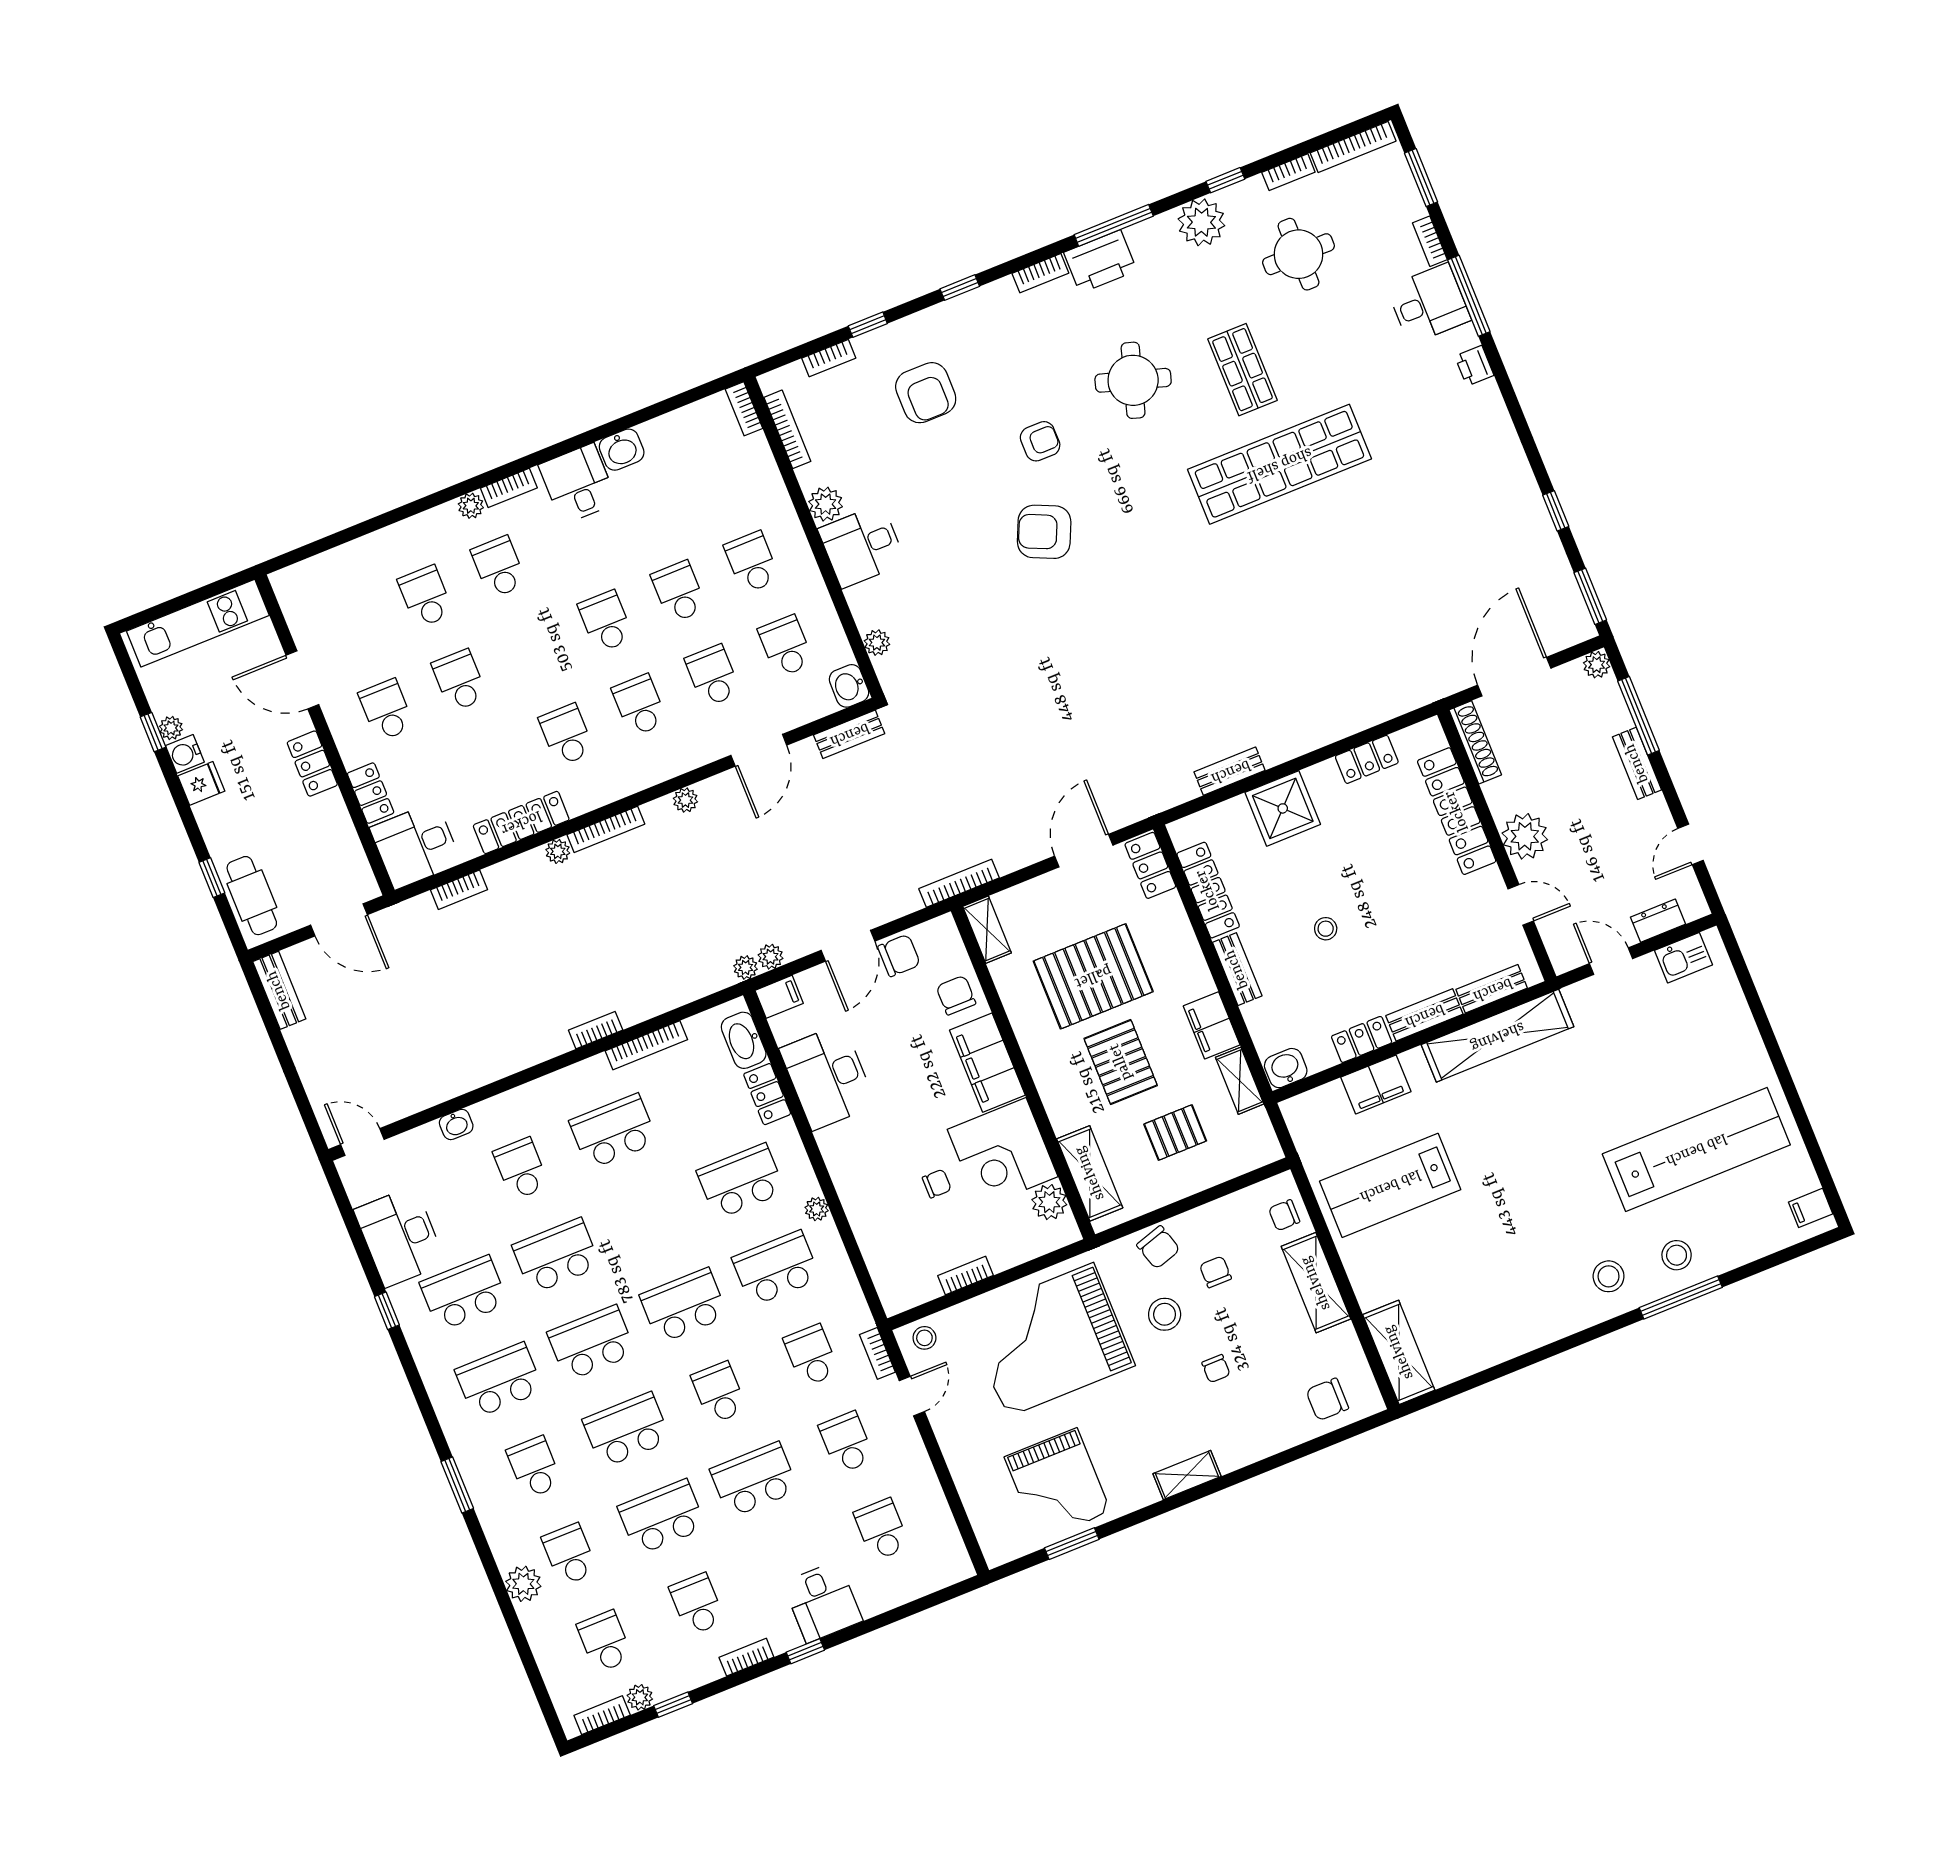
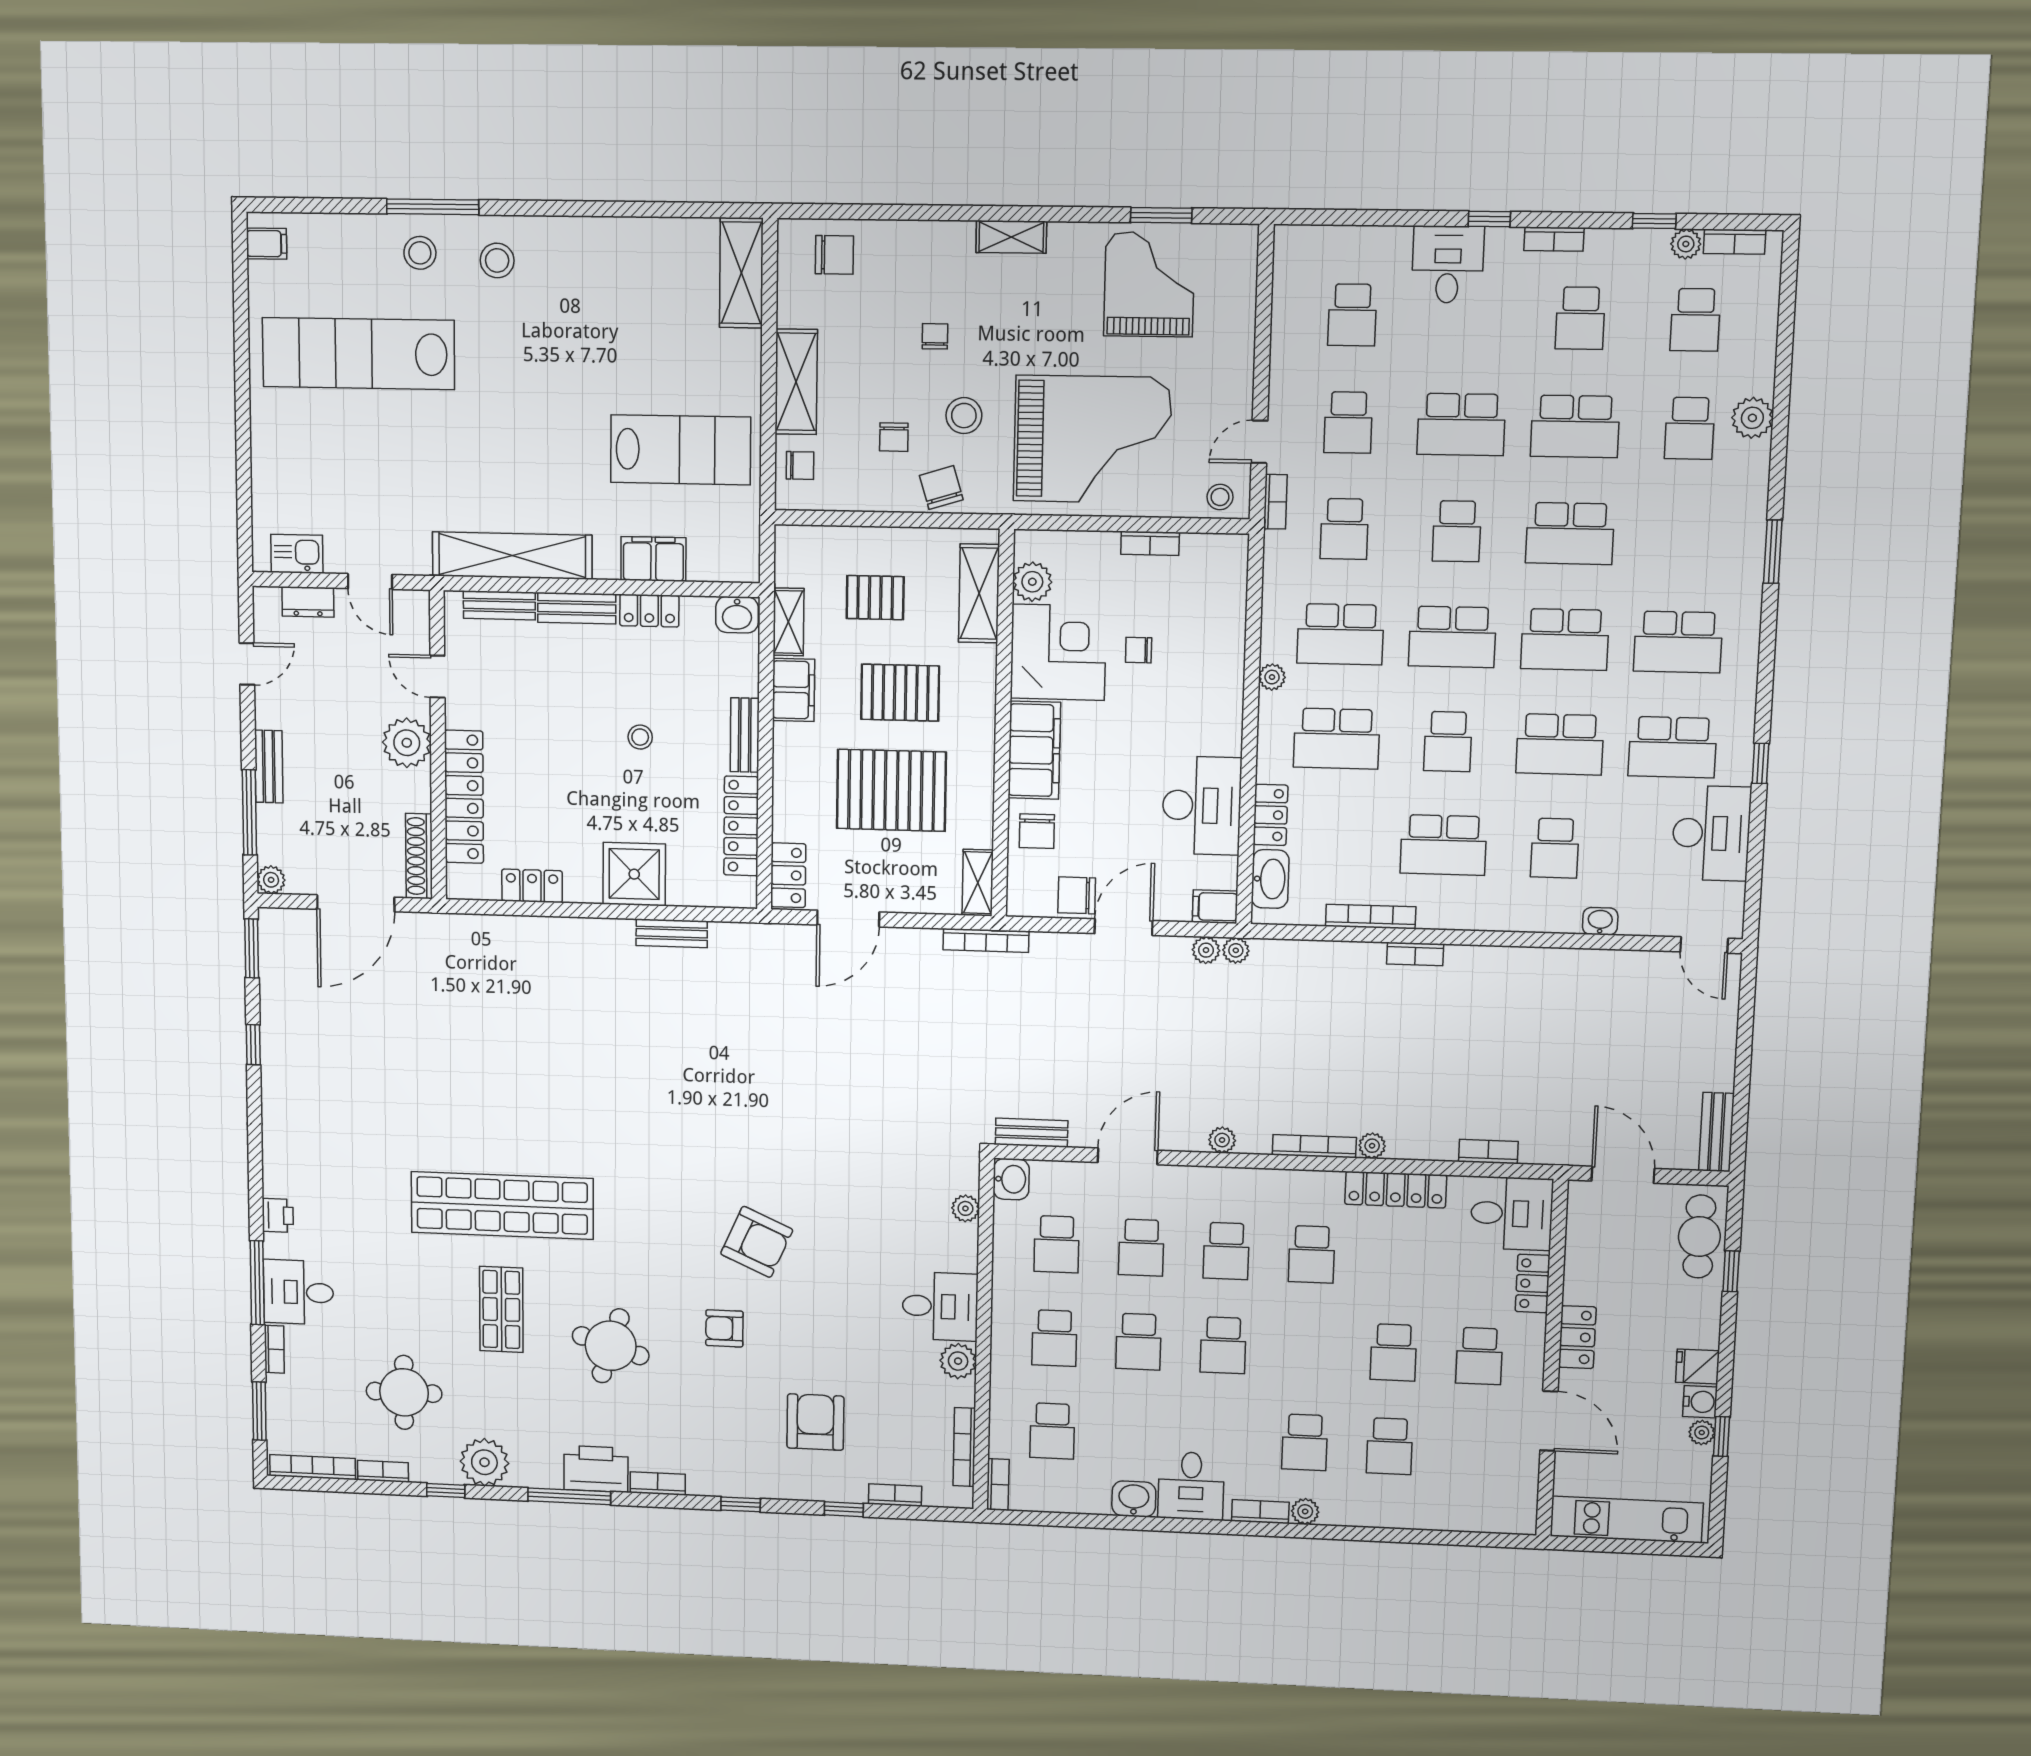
school desk: (718, 478) -> (1052, 1431), added
pallet: (1121, 1062) -> (900, 693), turned 90
school desk: (534, 1467) -> (1448, 741), moved

